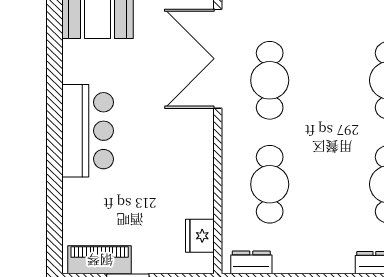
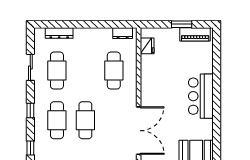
cafe table: (270, 80) -> (85, 120), moved

